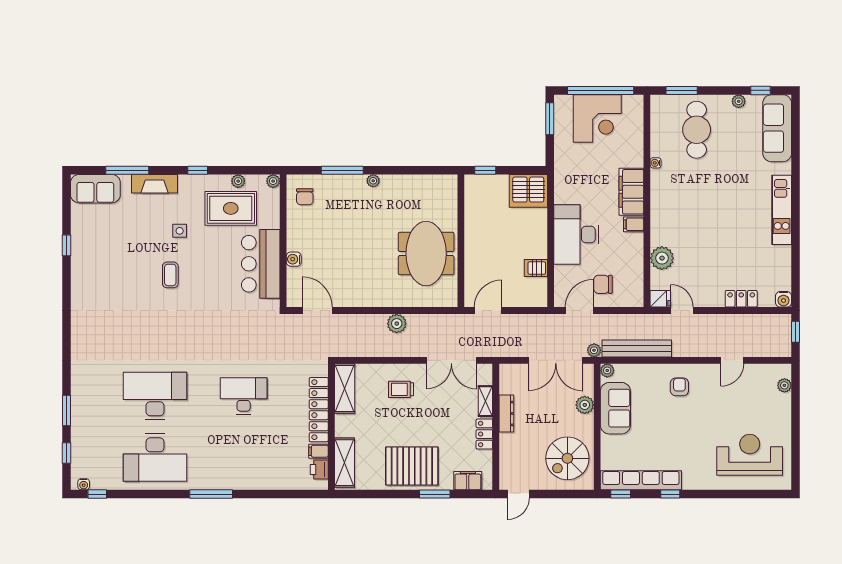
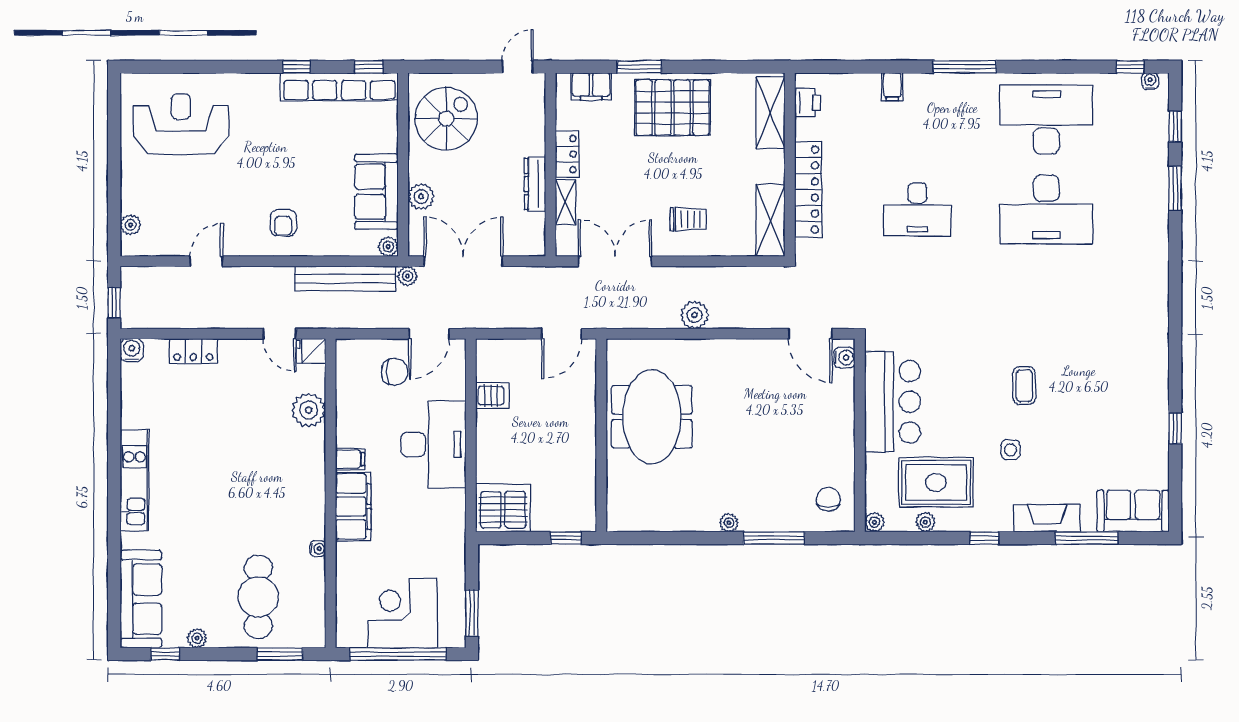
water cooler: (294, 259) -> (844, 358), moved
filing cabinet: (318, 451) -> (892, 87), moved, turned 90
reception desk: (750, 455) -> (181, 124), turned 180

